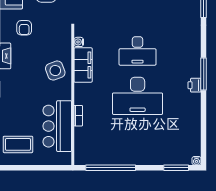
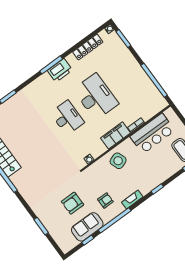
filing cabinet: (83, 65) -> (116, 135), moved
printer: (195, 85) -> (60, 70), width x1.87, depth x1.48
locker: (194, 125) -> (88, 47), added

